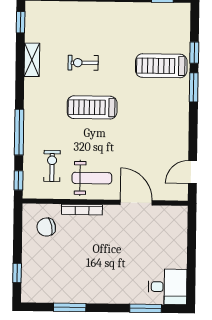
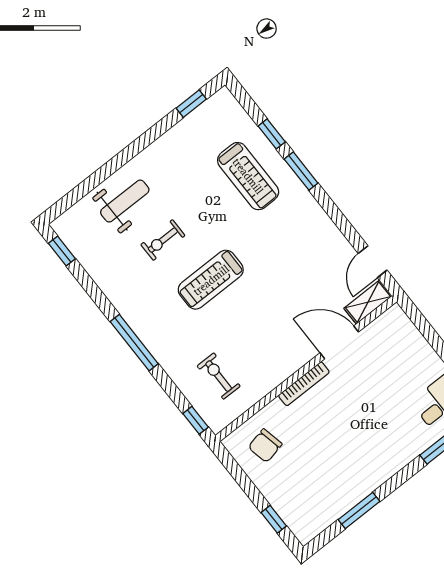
shelving: (32, 60) -> (368, 302), moved, turned 90
treadmill: (161, 66) -> (248, 176), turned -90
window: (19, 132) -> (134, 343), moved
weight bench: (92, 178) -> (125, 201), moved
bookcase: (82, 210) -> (304, 384), moved

